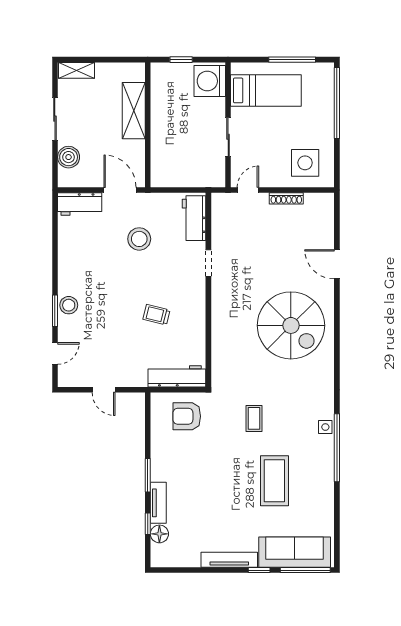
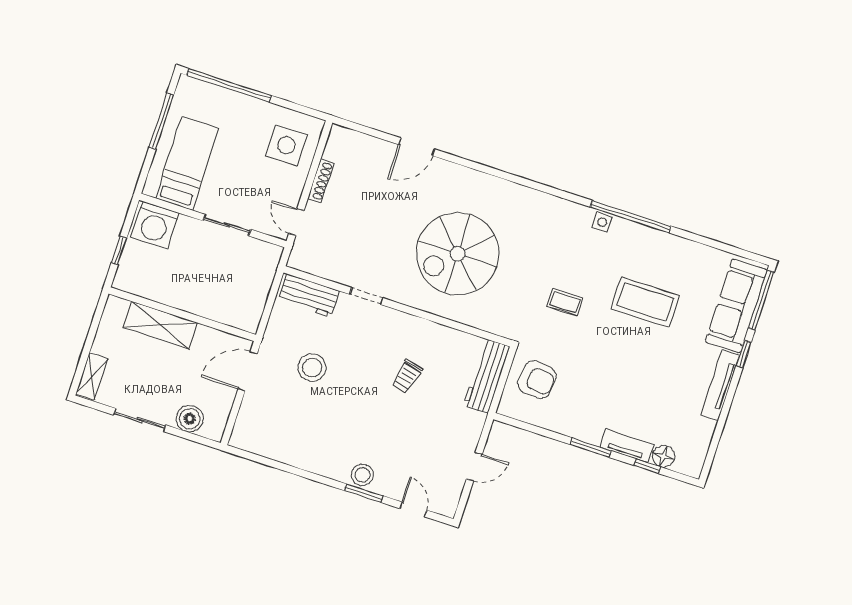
workbench: (80, 204) -> (249, 424), removed
spiral stairs: (291, 325) -> (458, 254), moved, turned 180
armchair: (187, 416) -> (537, 380), turned -83

